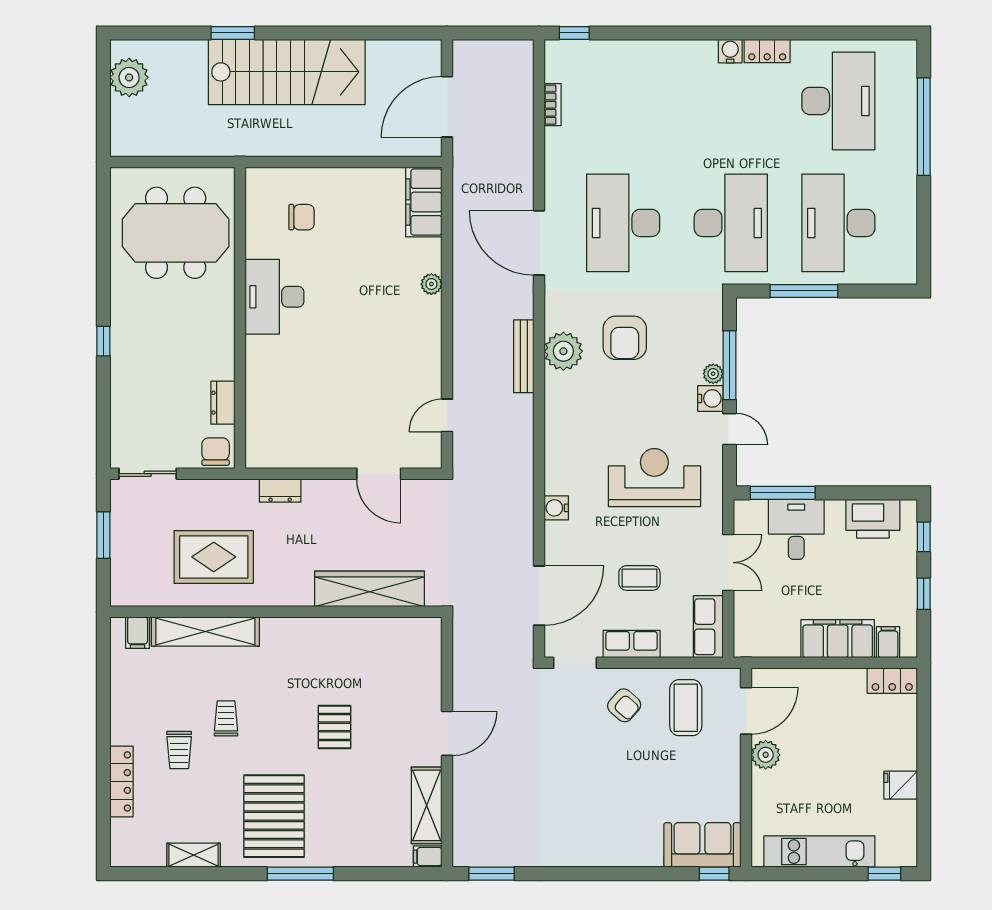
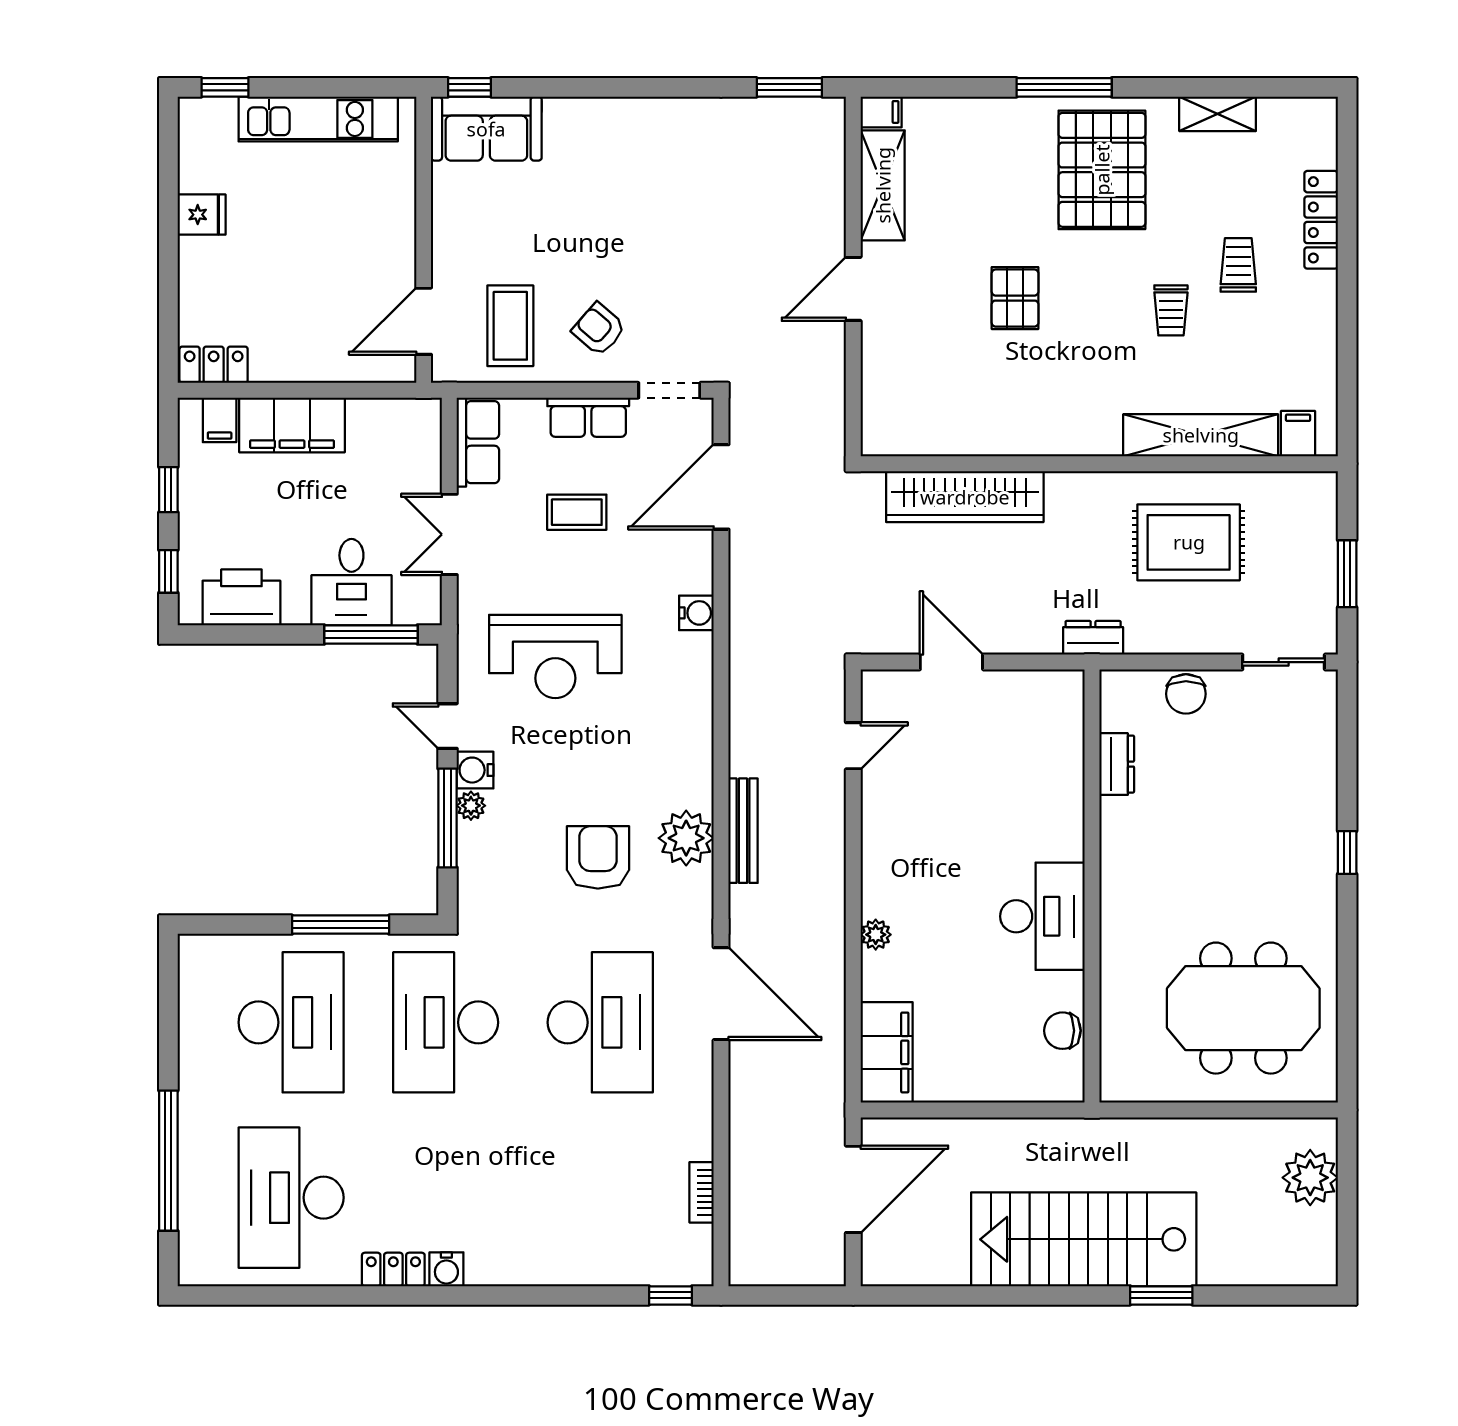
plant: (129, 77) -> (1310, 1178), moved
desk: (275, 297) -> (1042, 916), moved
wall: (240, 318) -> (1092, 886), moved
dresser: (223, 403) -> (1117, 764), moved
plant: (766, 755) -> (396, 258), removed

